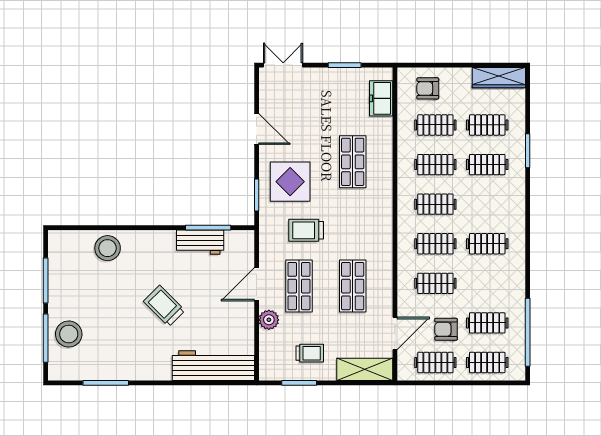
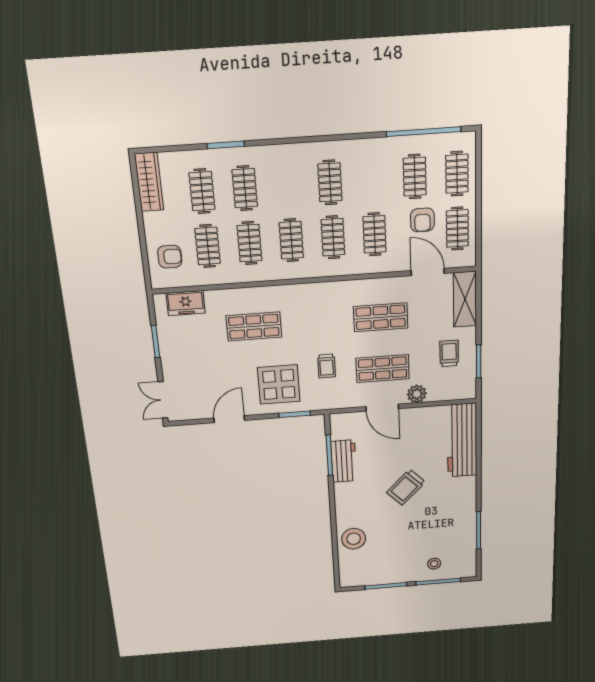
armchair: (428, 88) -> (170, 257), turned -90
trolley: (306, 230) -> (327, 366), width x0.73, depth x0.72
stool: (69, 334) -> (434, 564), width x0.53, depth x0.53

